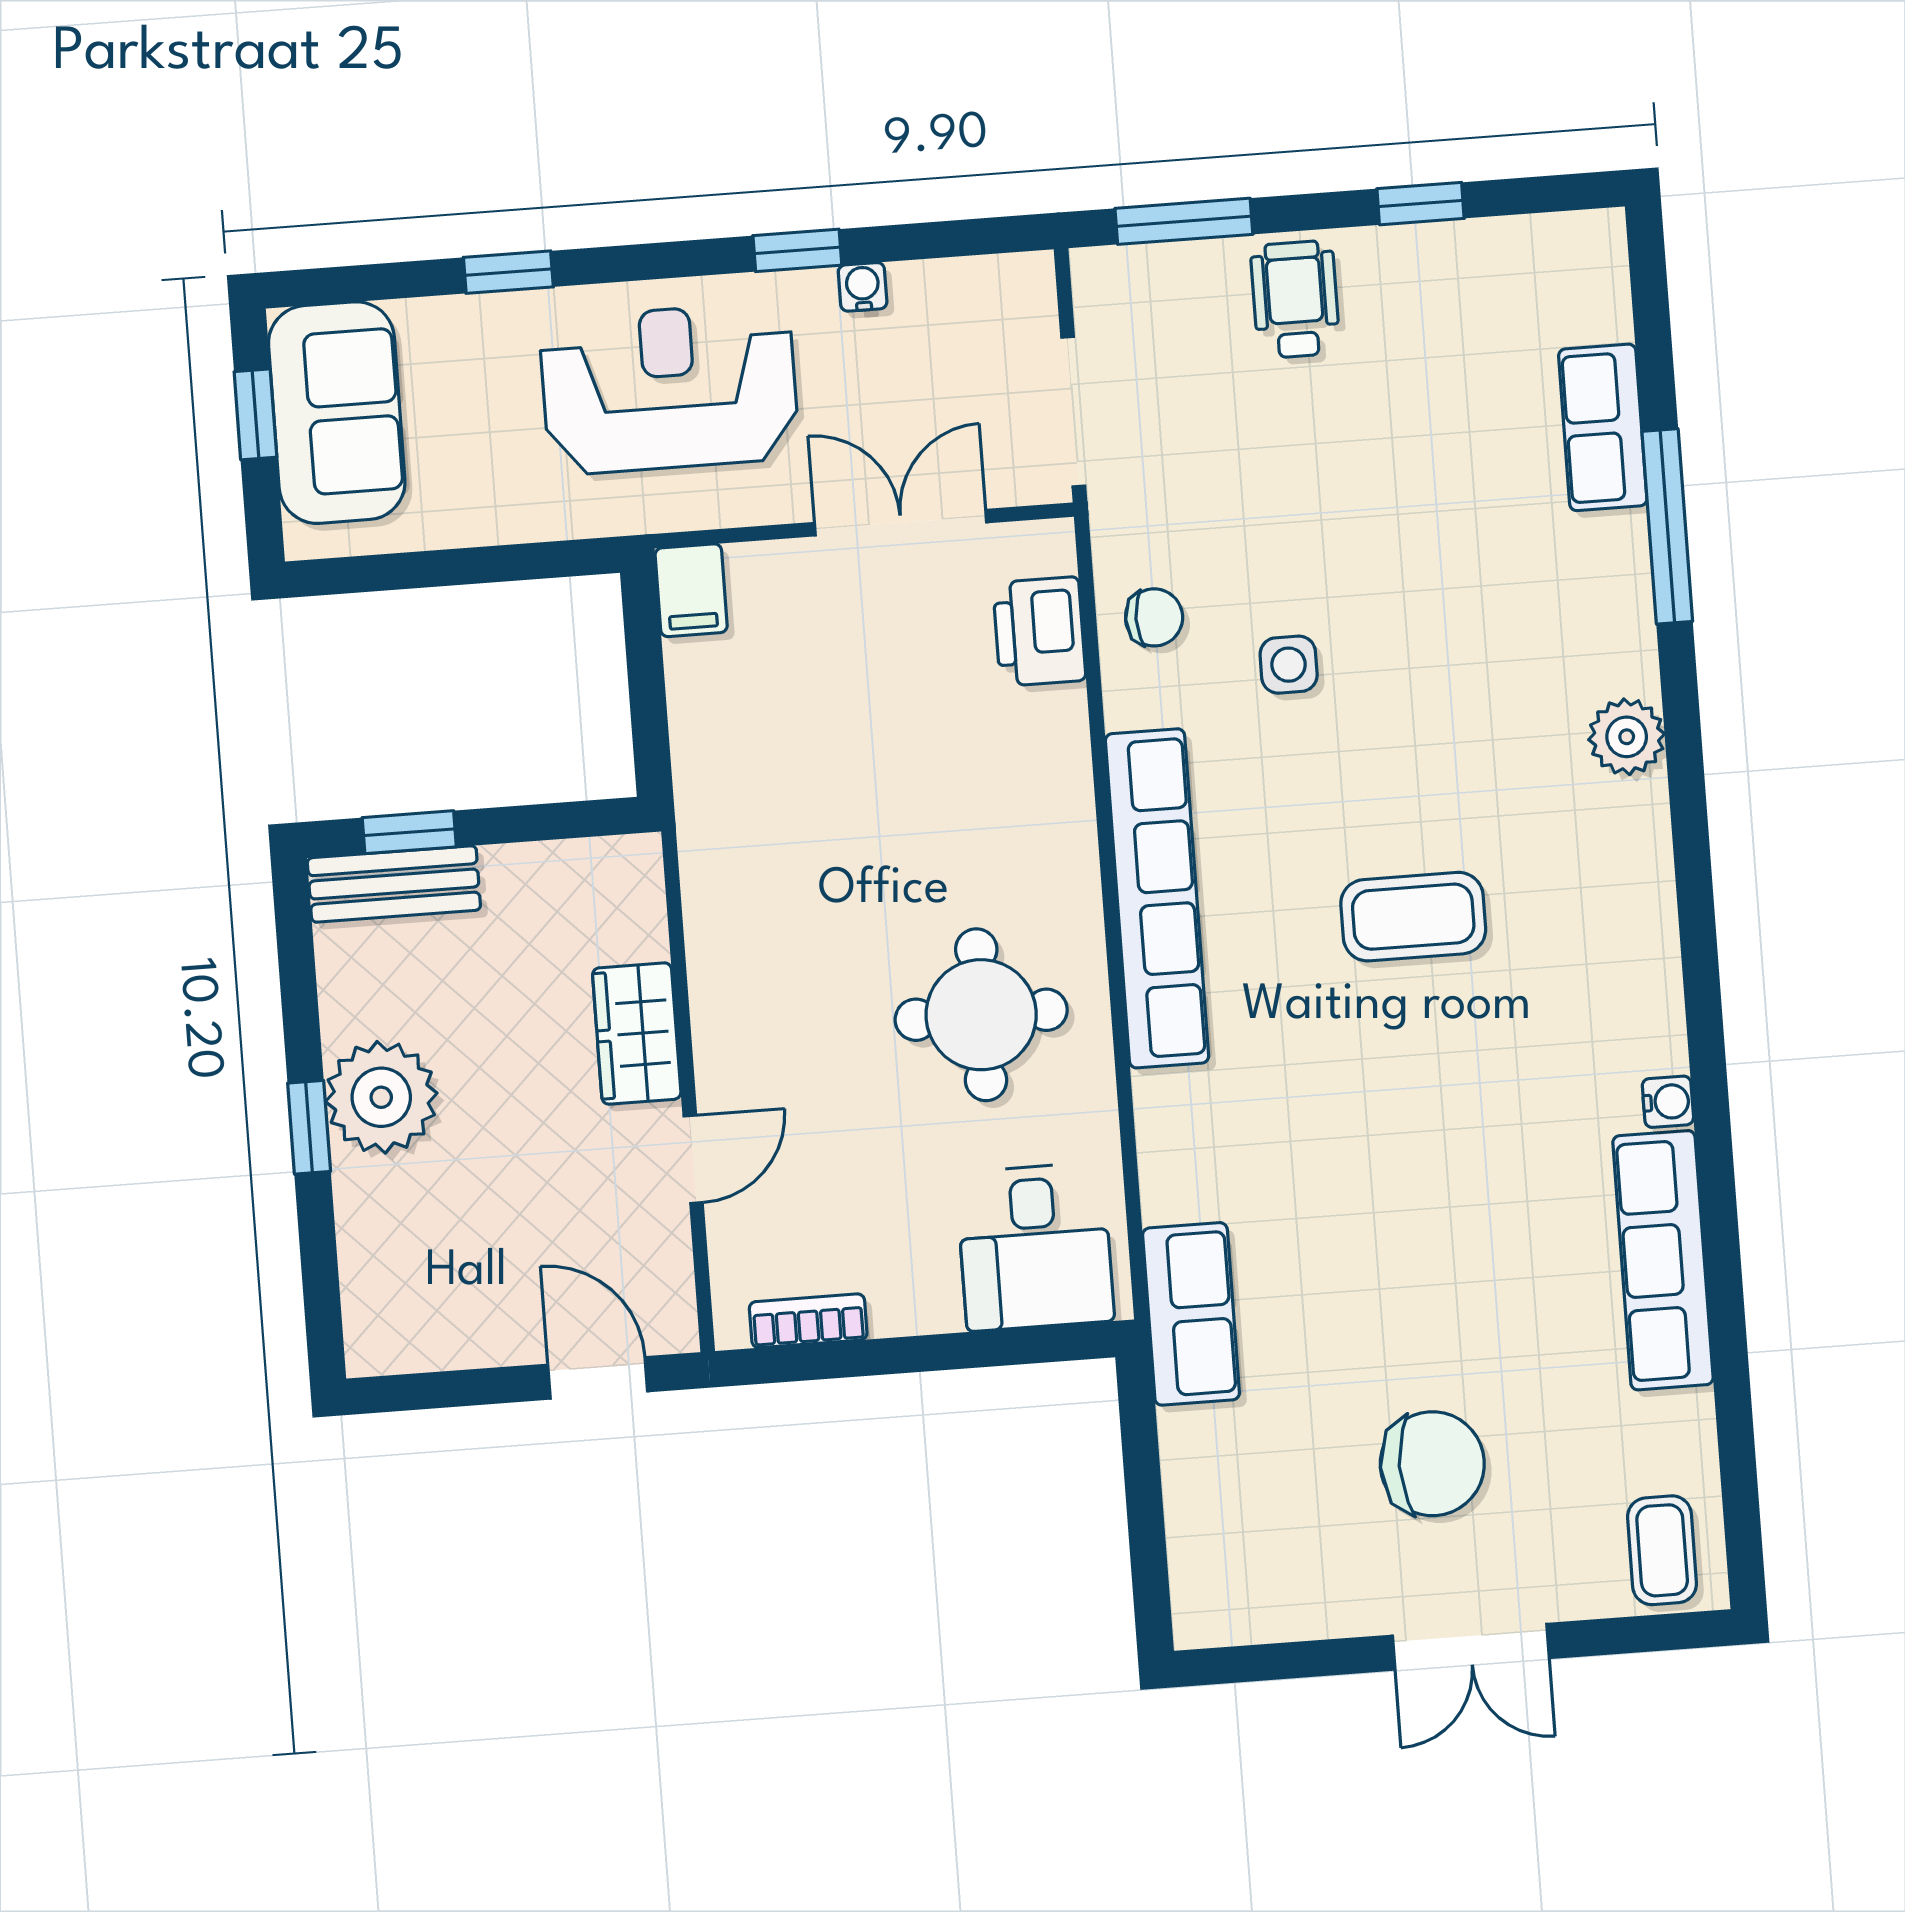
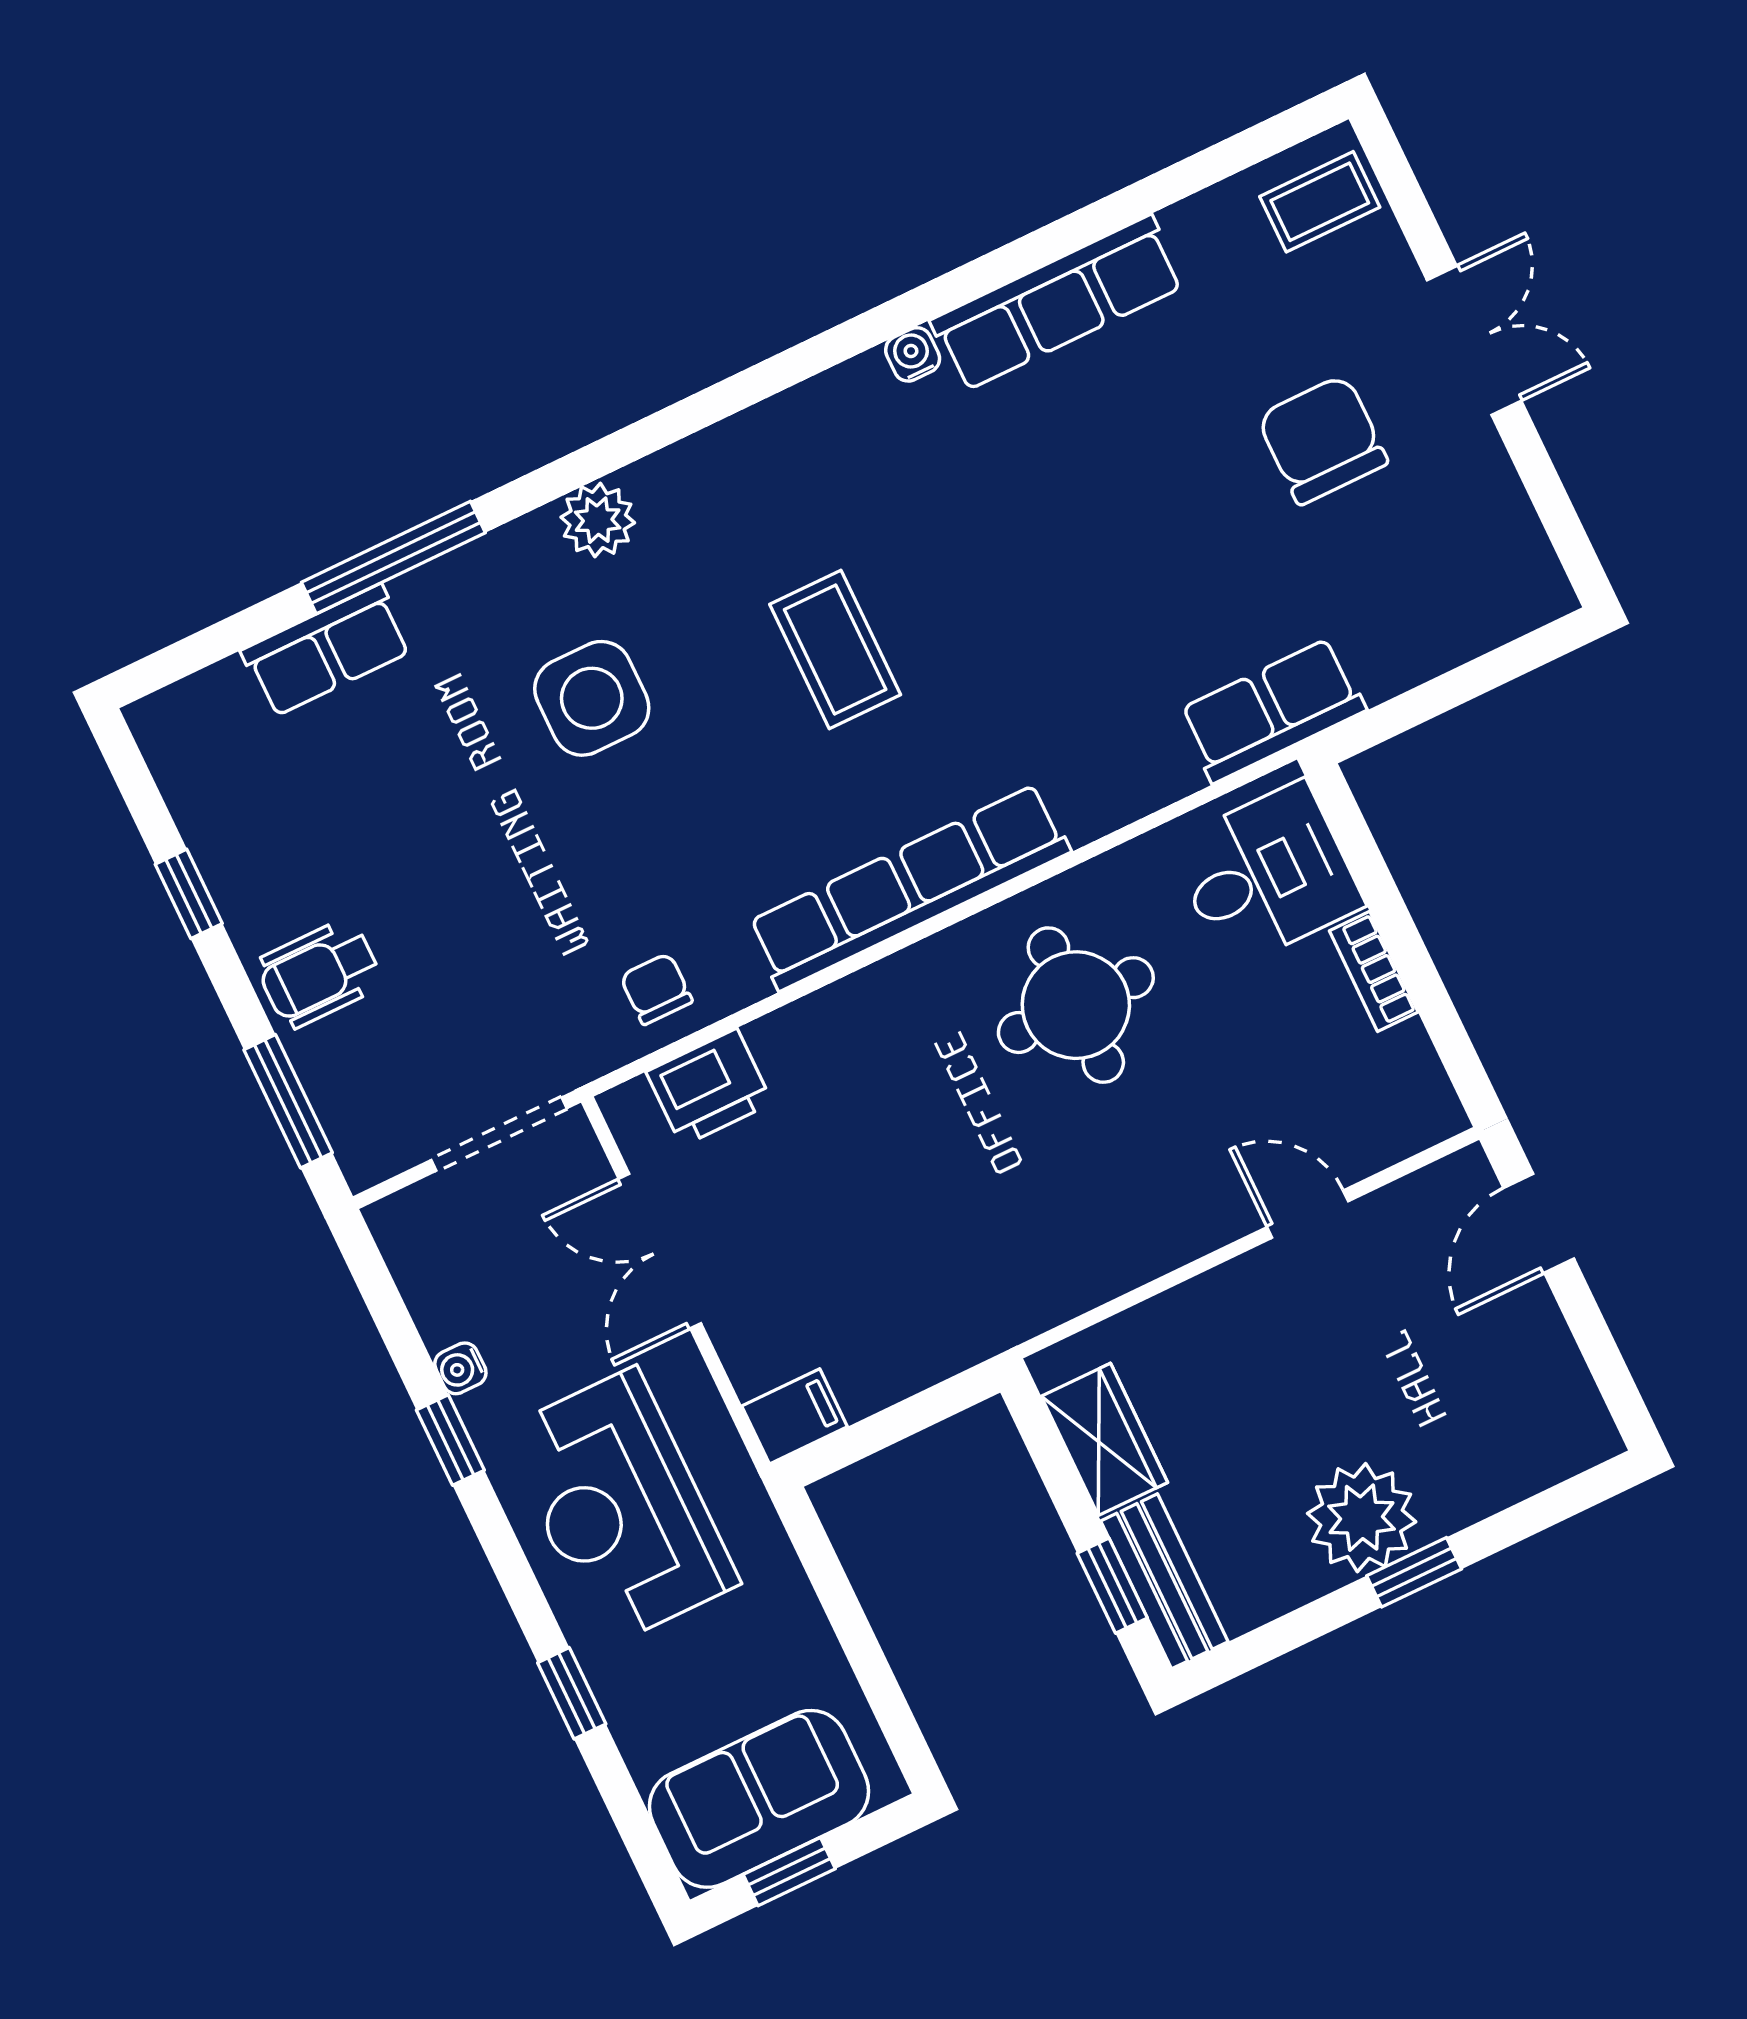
side table: (1289, 665) -> (592, 698), moved, width x1.87, depth x1.87
wardrobe: (637, 1034) -> (1104, 1439), moved, turned -90
bookcase: (808, 1321) -> (1374, 971), moved

